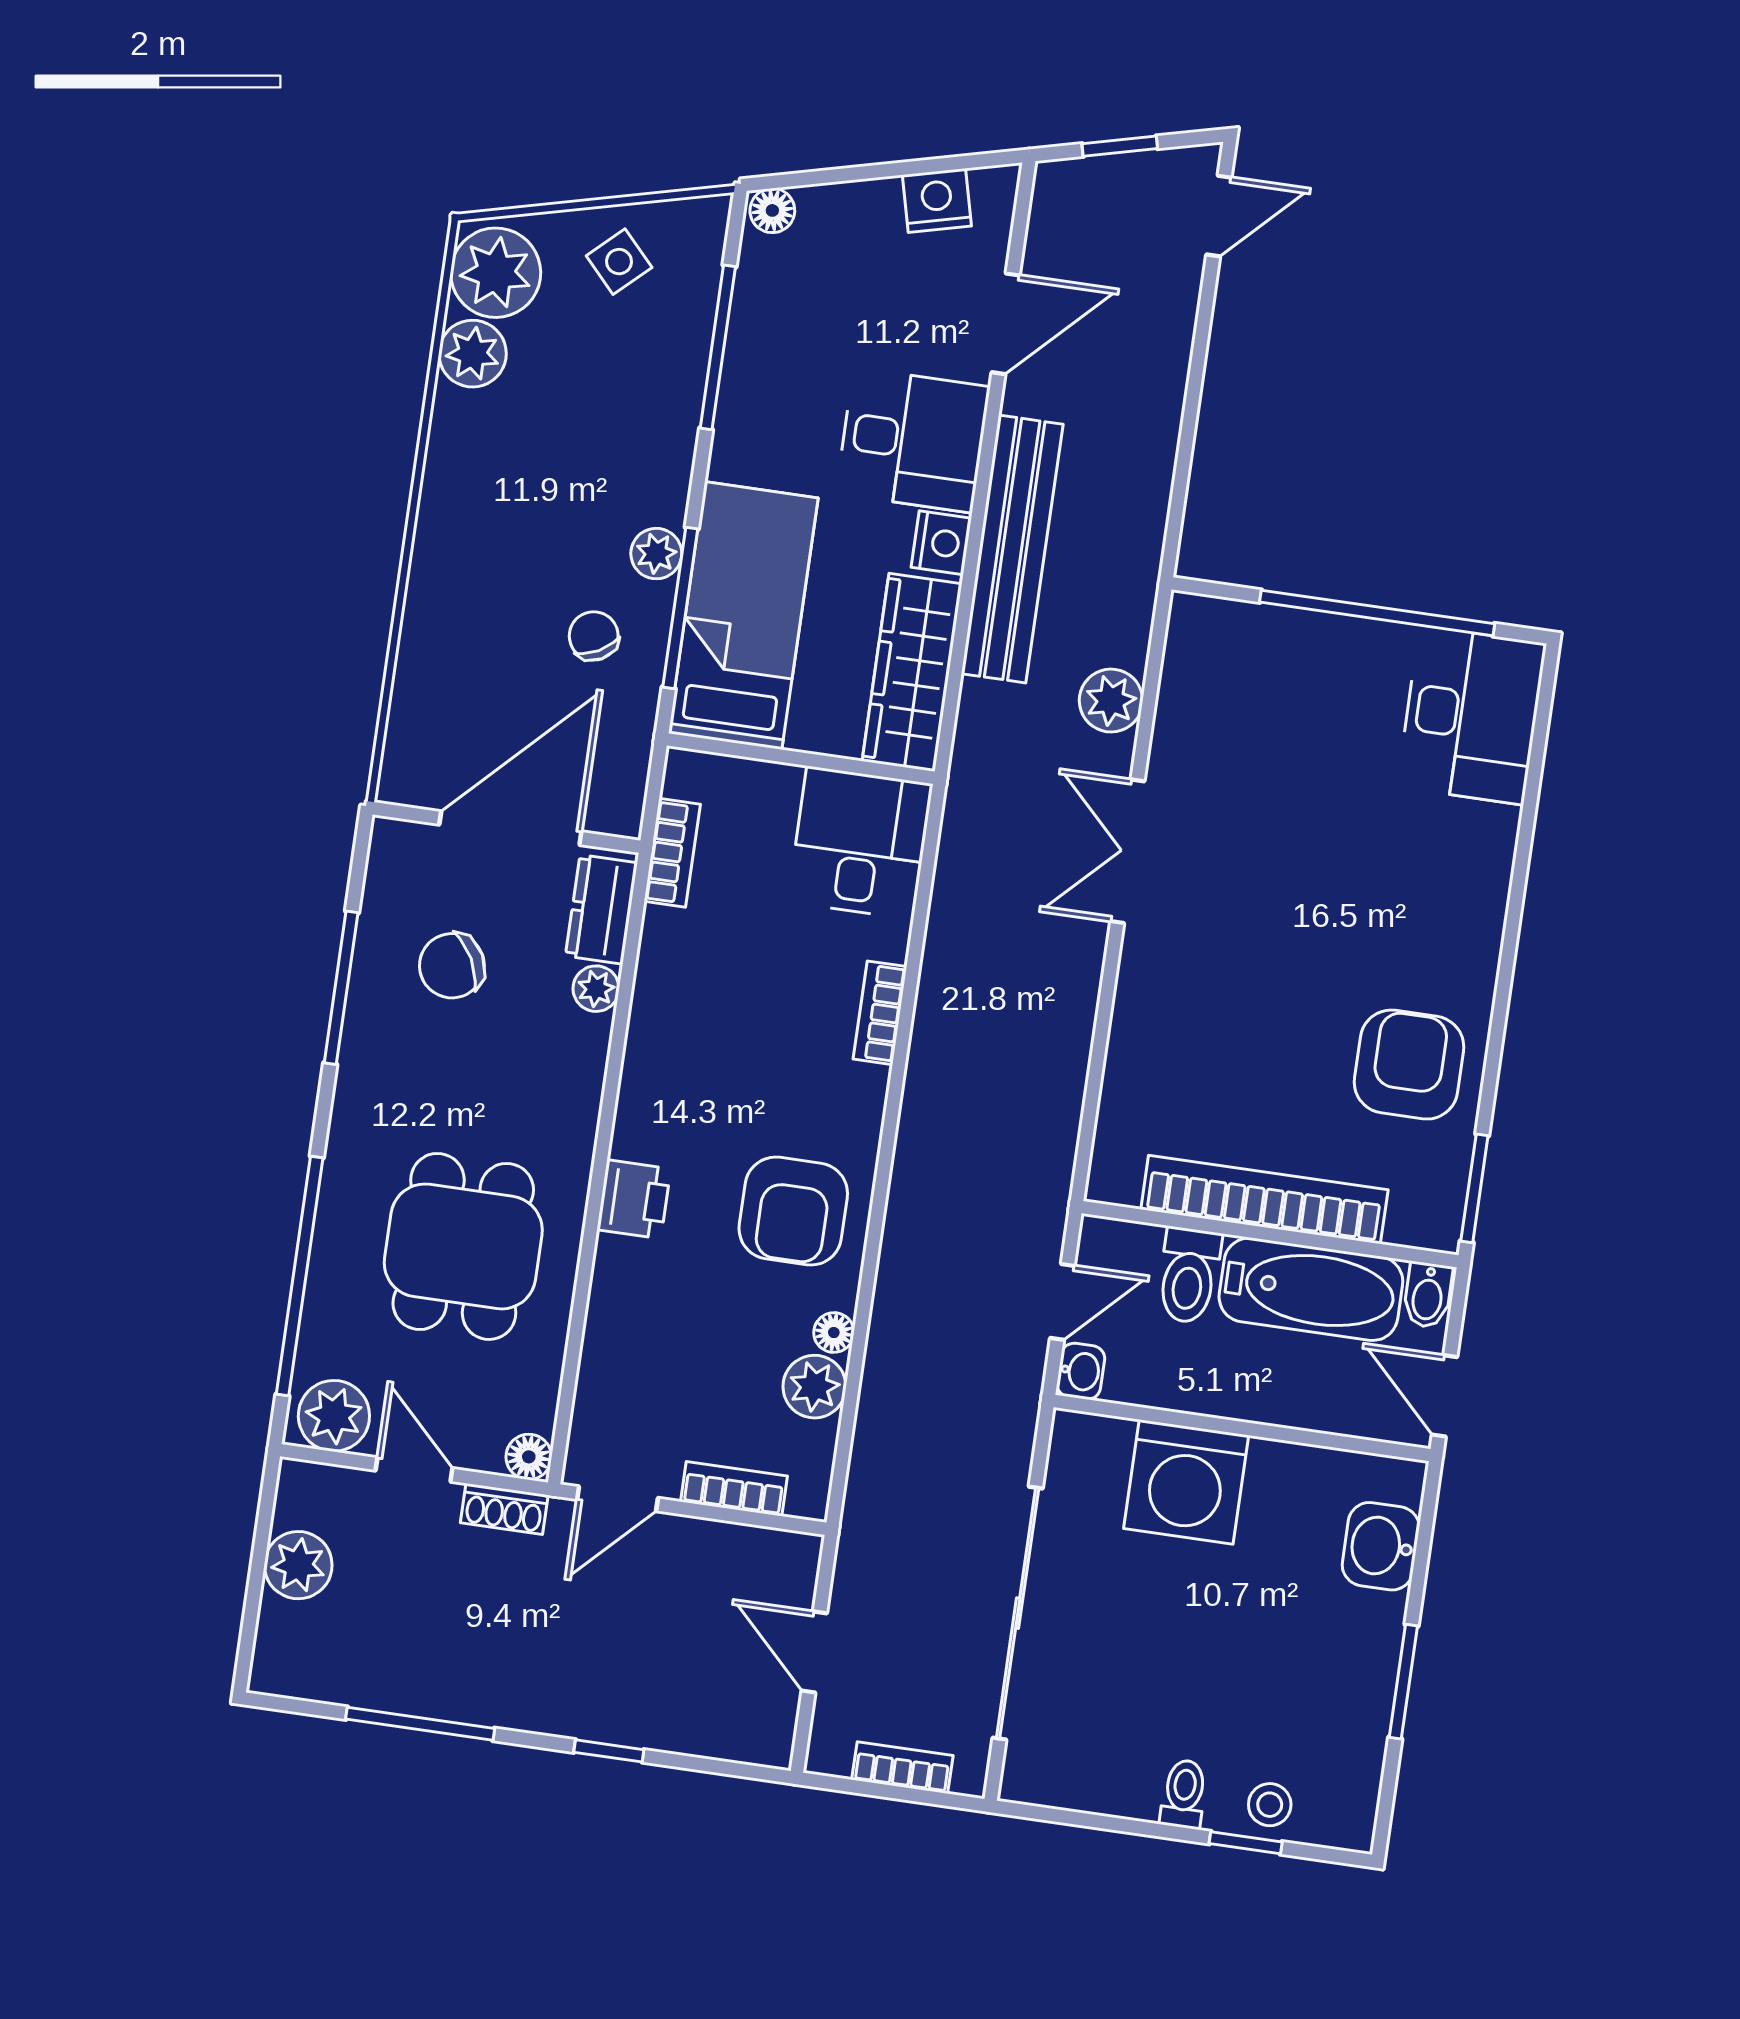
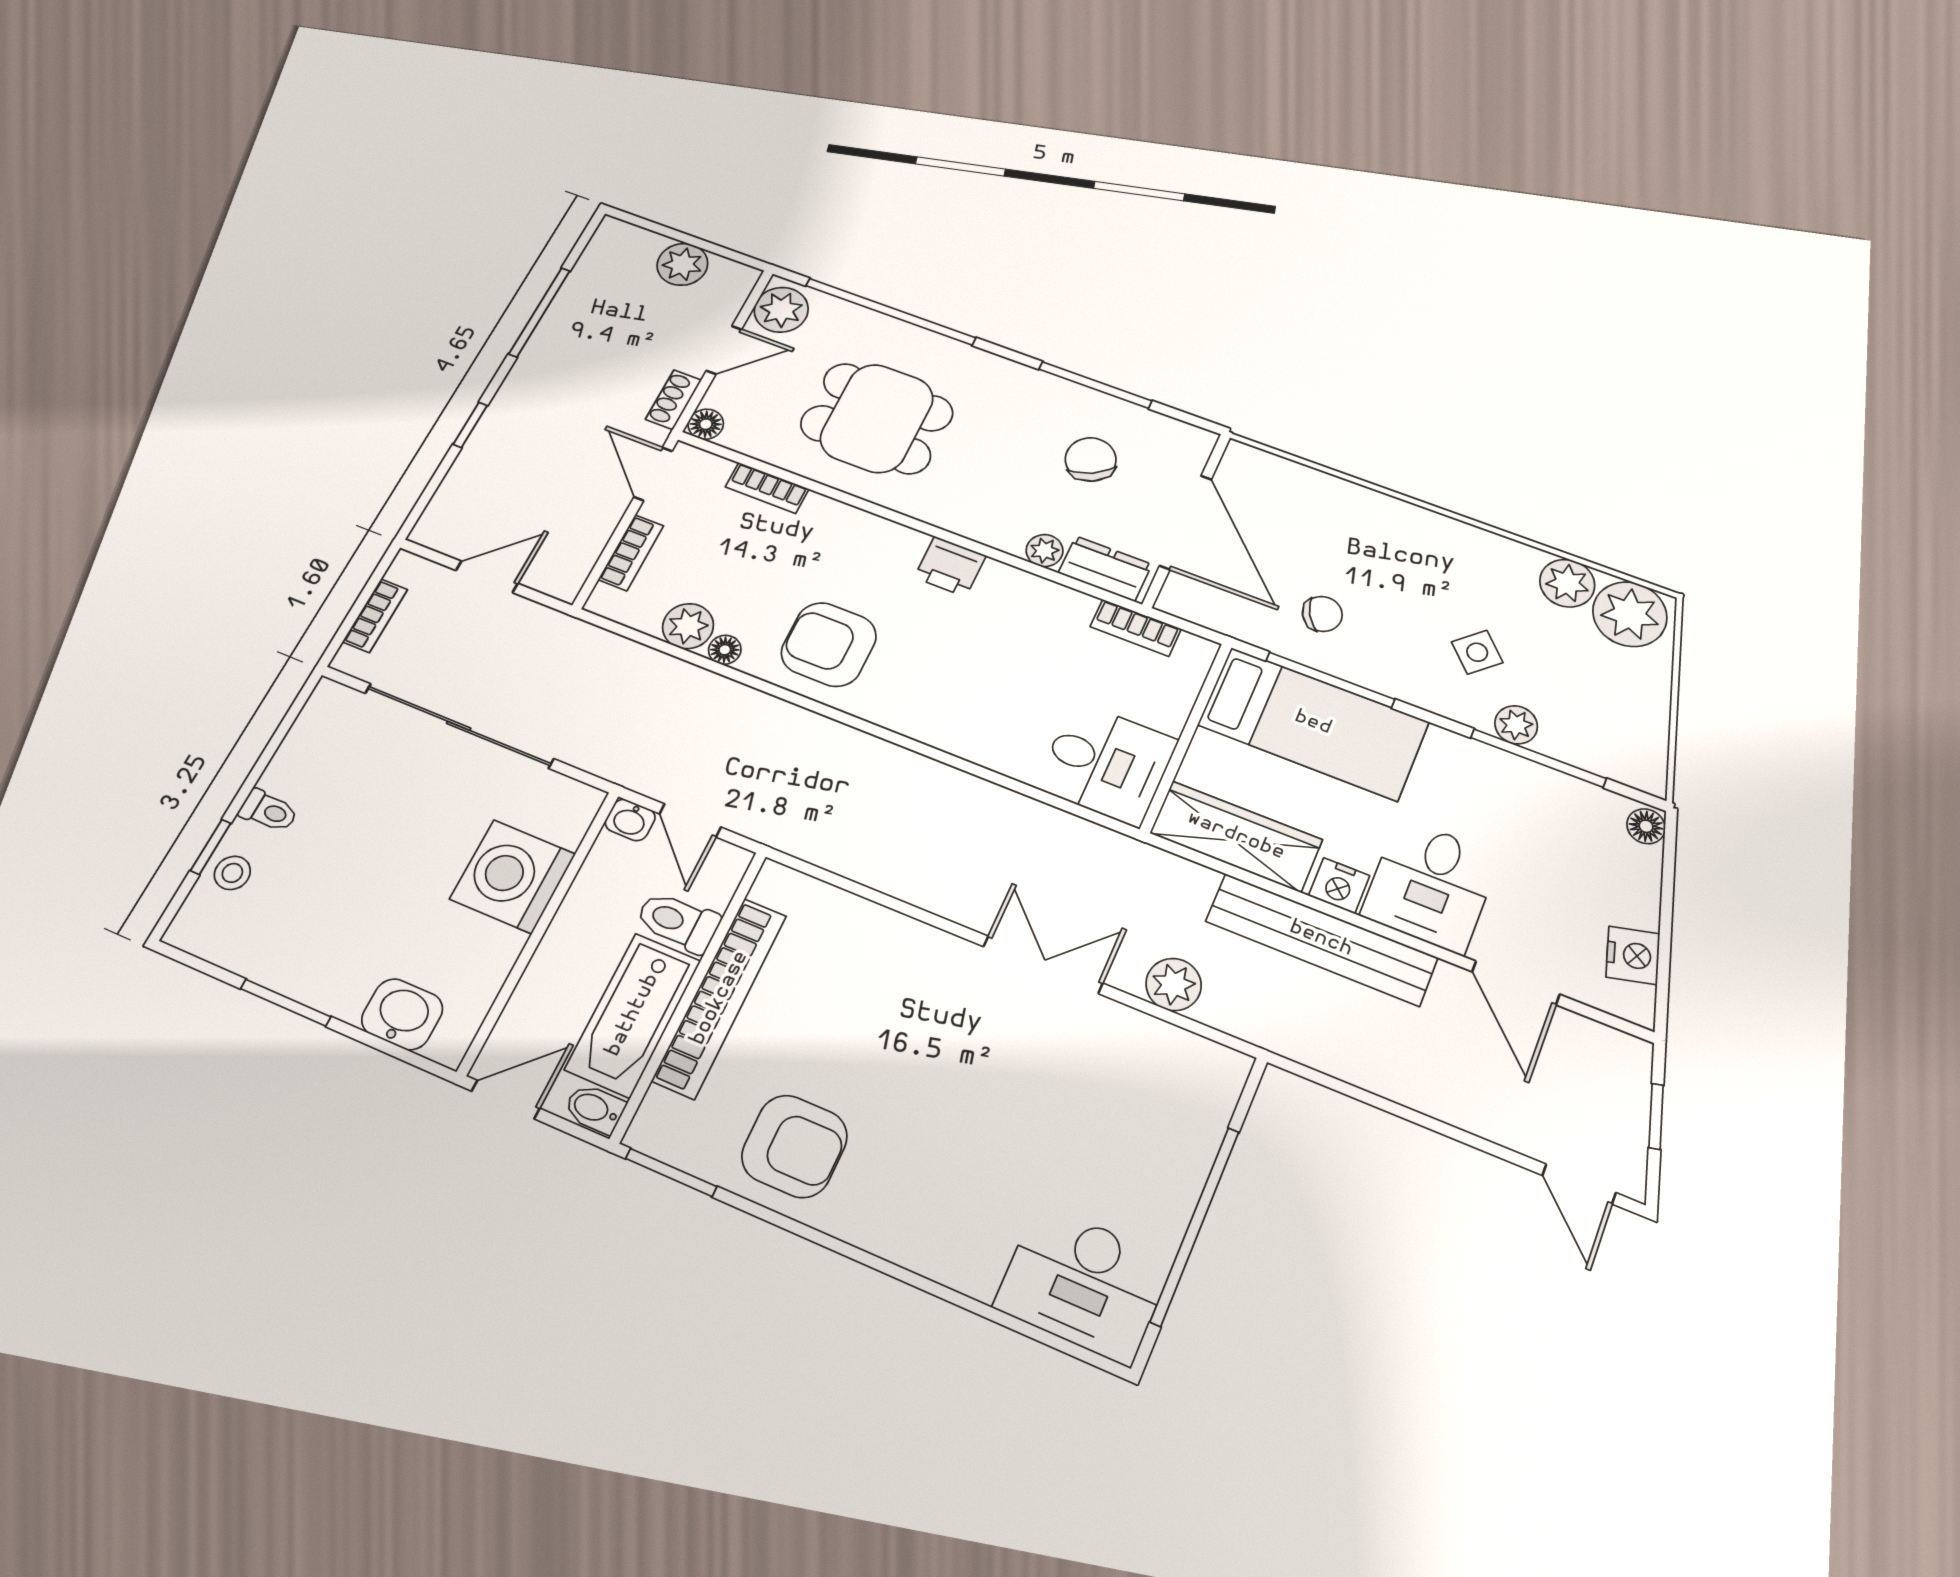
side table: (619, 262) -> (1477, 652), moved
plant: (656, 554) -> (1516, 725), moved
bookcase: (880, 1013) -> (767, 488), moved, turned 180
printer: (634, 1199) -> (950, 566), moved

